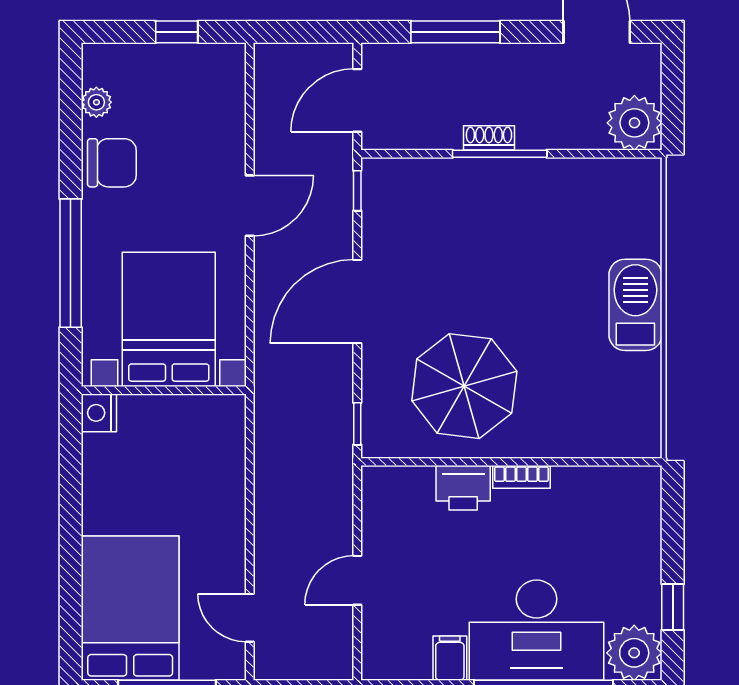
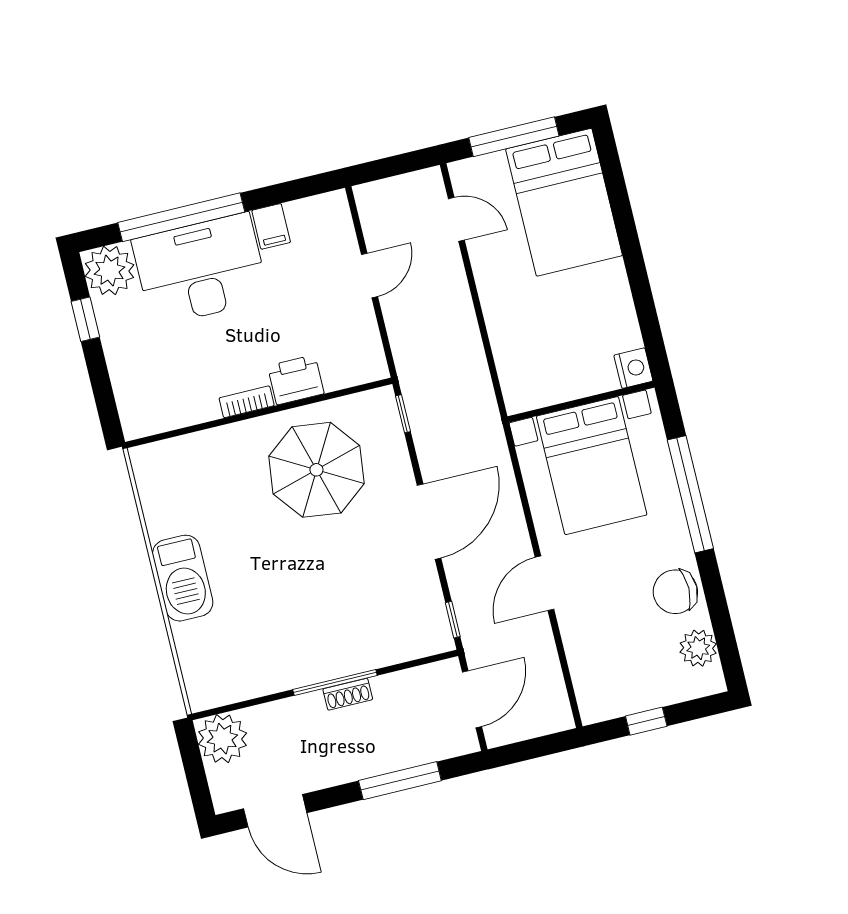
plant: (96, 102) -> (698, 648), width x1.38, depth x1.38

